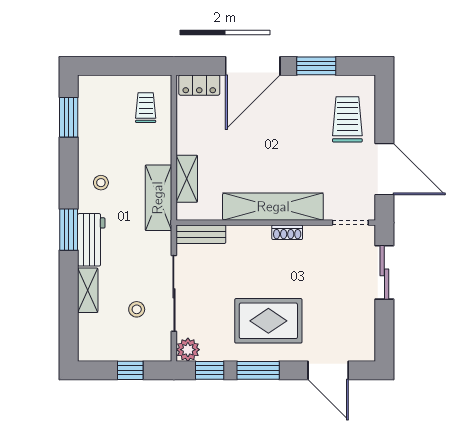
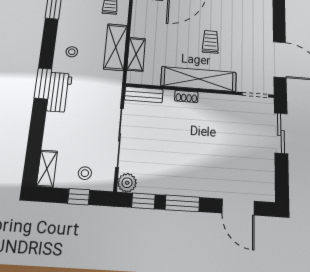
trolley: (347, 119) -> (211, 42), moved, width x0.73, depth x0.72
shelving: (158, 198) -> (116, 47), moved
shoe rack: (287, 232) -> (186, 96), moved
shelving: (88, 290) -> (47, 169), moved
stool: (137, 309) -> (85, 173), moved
rug: (268, 321) -> (192, 164), removed

